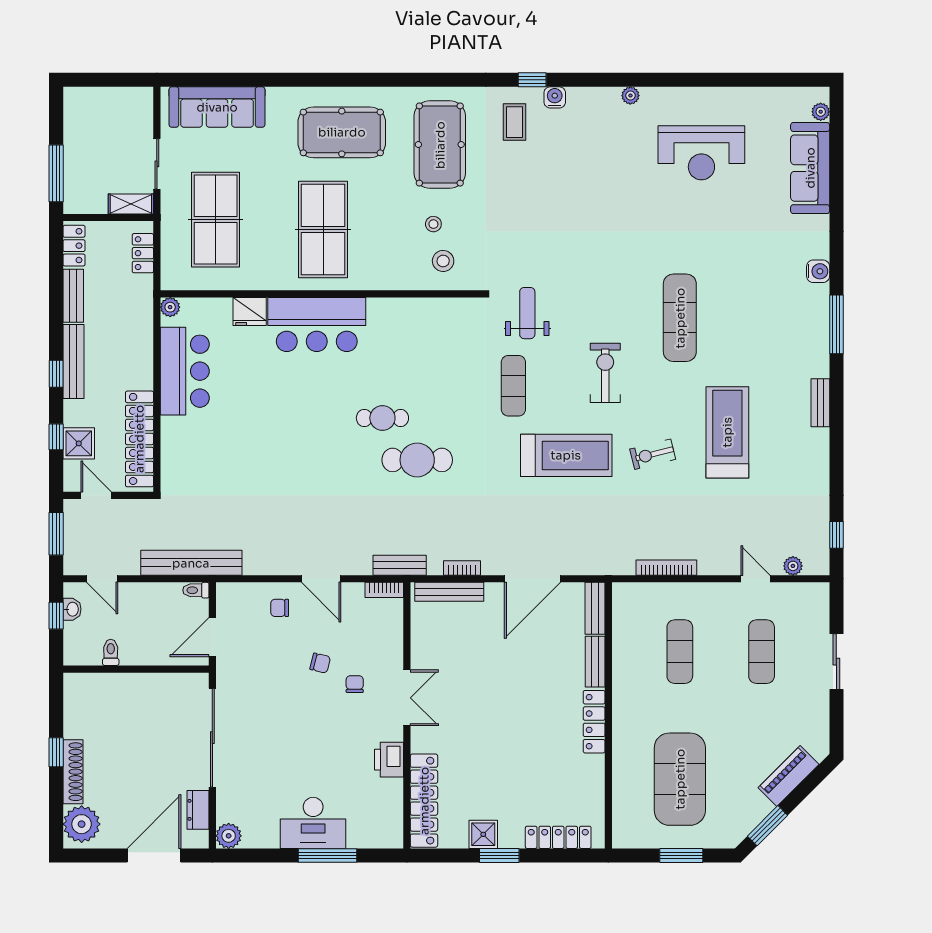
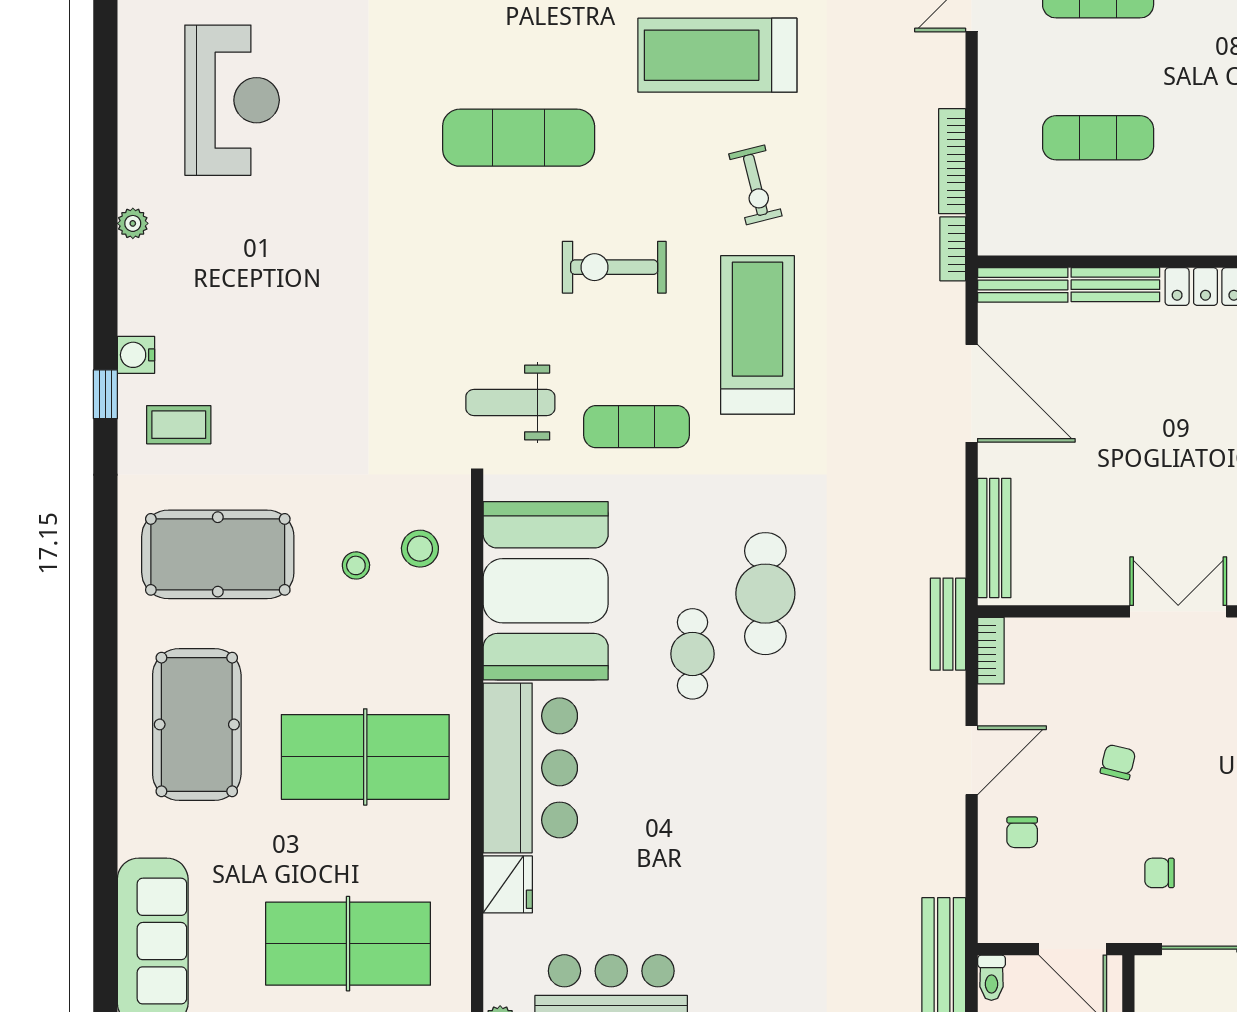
booth: (419, 333) -> (546, 591), added
bookcase: (462, 568) -> (953, 249), moved
chair: (355, 684) -> (1160, 873), moved

